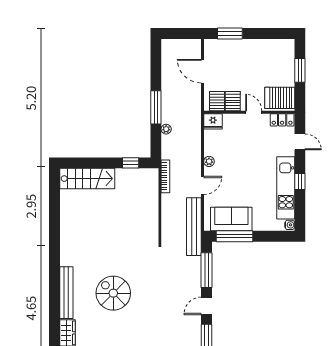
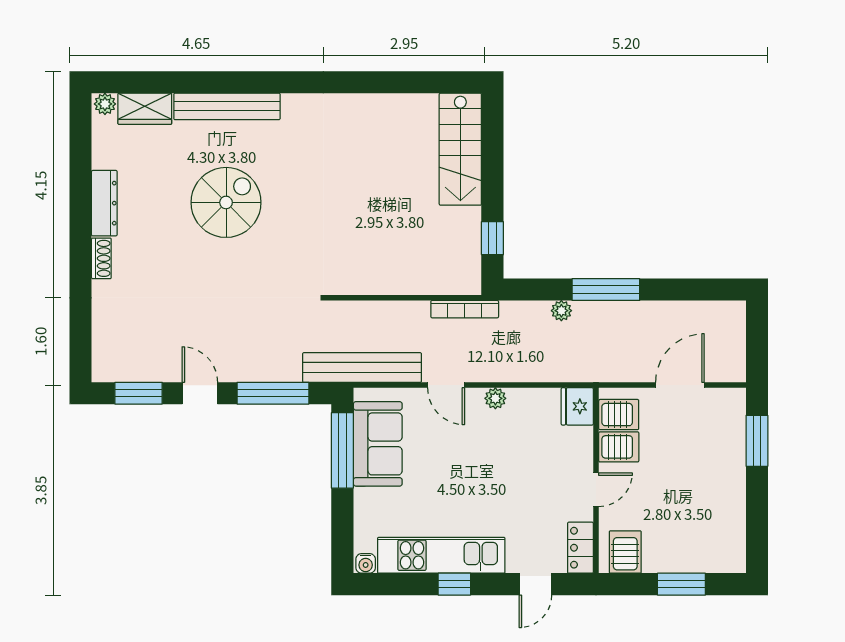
server rack: (280, 98) -> (625, 552), width x0.73, depth x0.70

